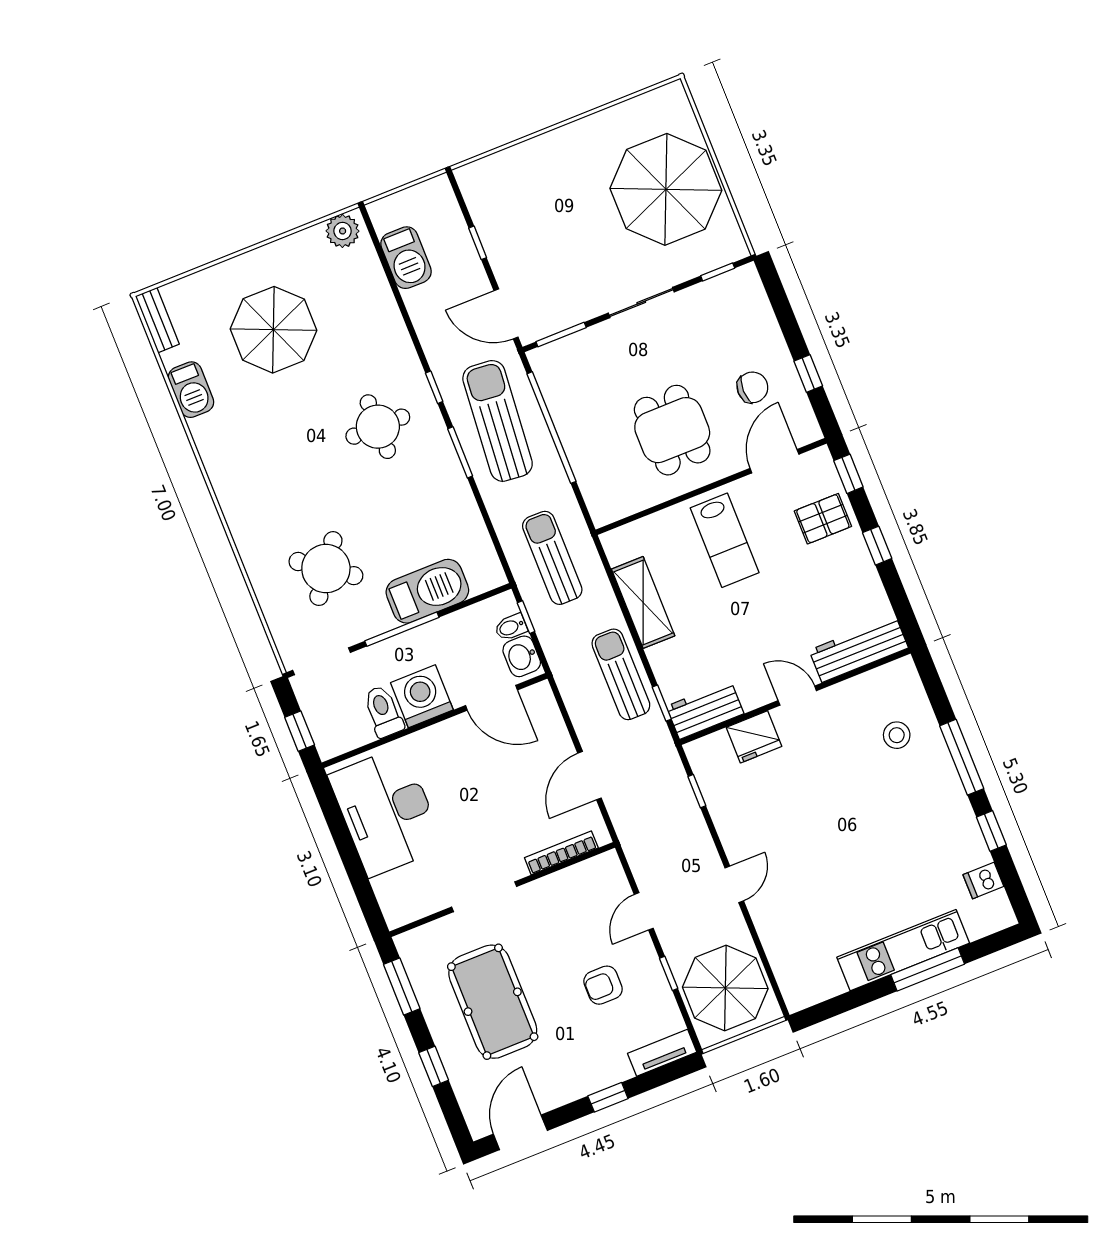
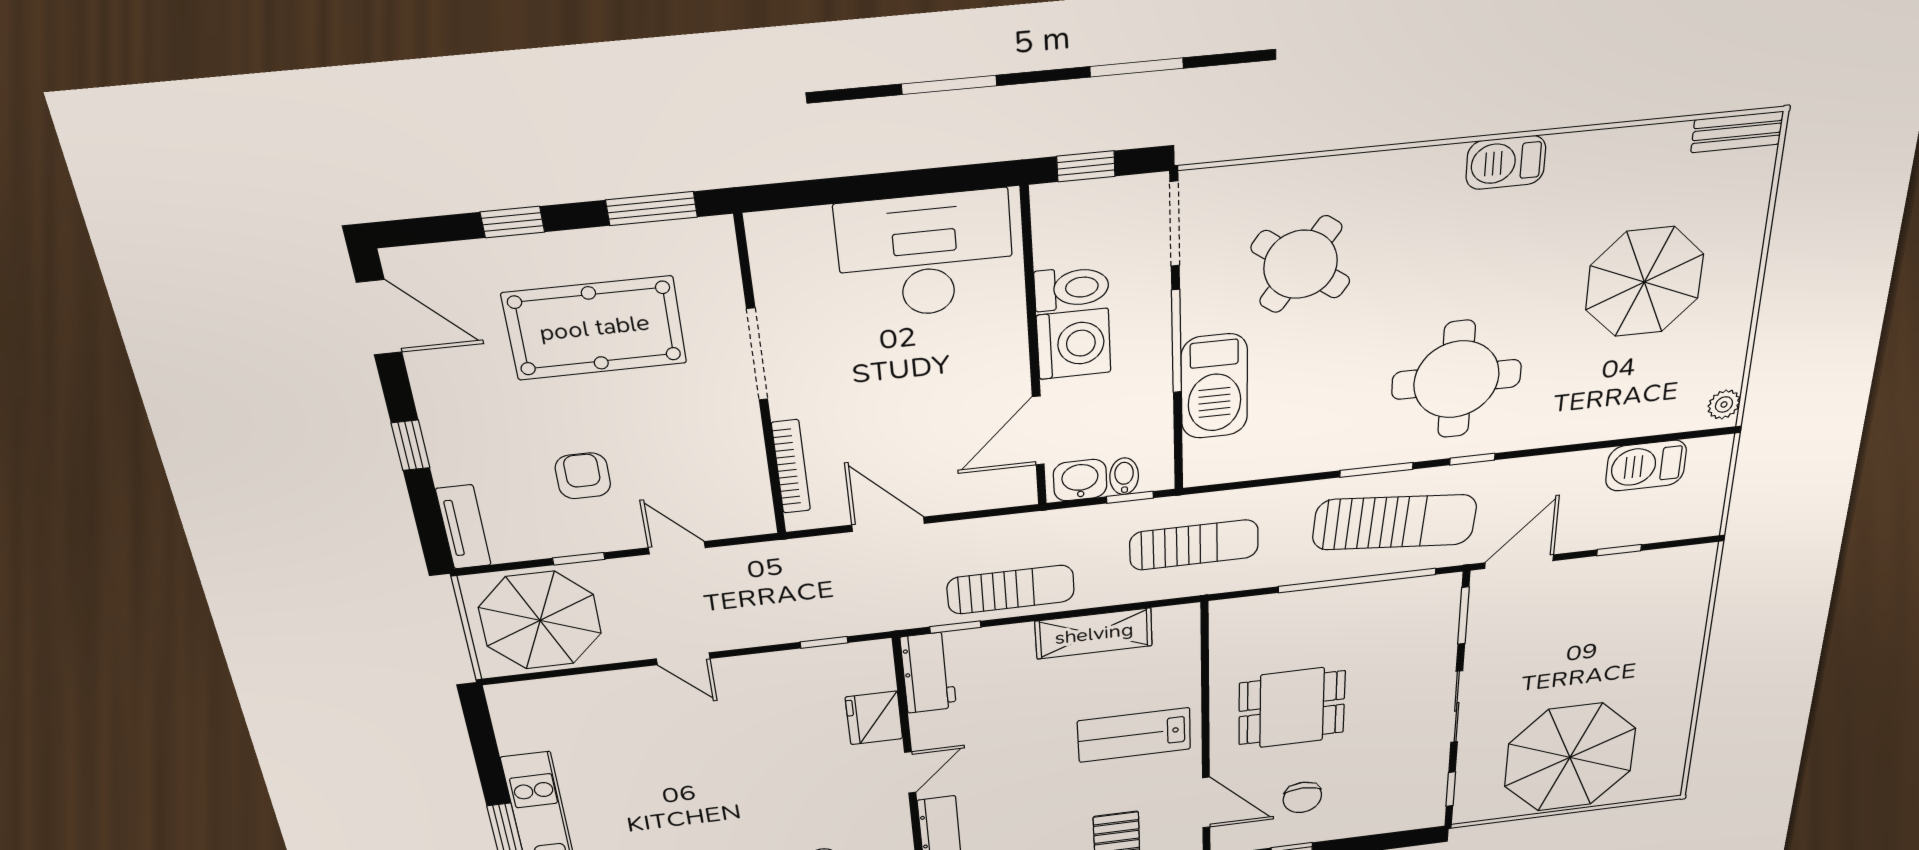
plant: (343, 231) -> (1724, 404), width x0.73, depth x0.73
barbecue: (191, 390) -> (1506, 162), moved
round table: (378, 427) -> (1456, 379), width x1.36, depth x1.36

